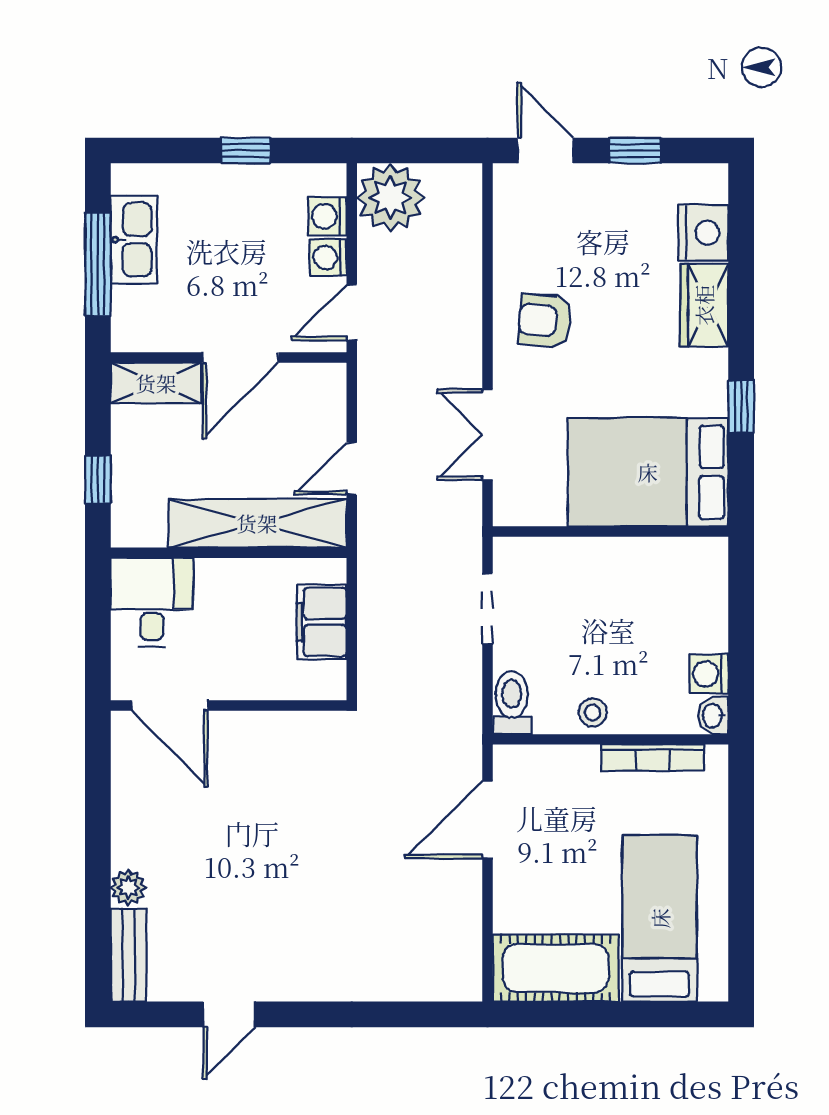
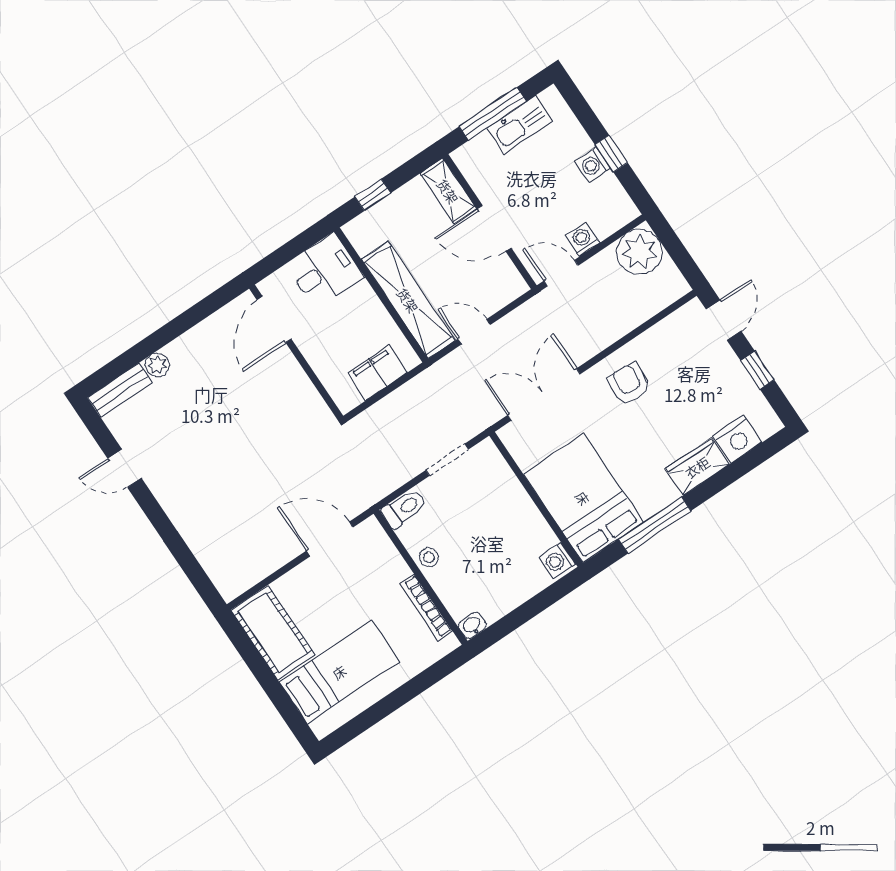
washing machine: (327, 216) -> (593, 165), moved, turned -90
window: (741, 406) -> (655, 525), width x2.17
double door: (487, 435) -> (544, 395), width x1.37
washing machine: (709, 674) -> (557, 560), moved, turned -90

